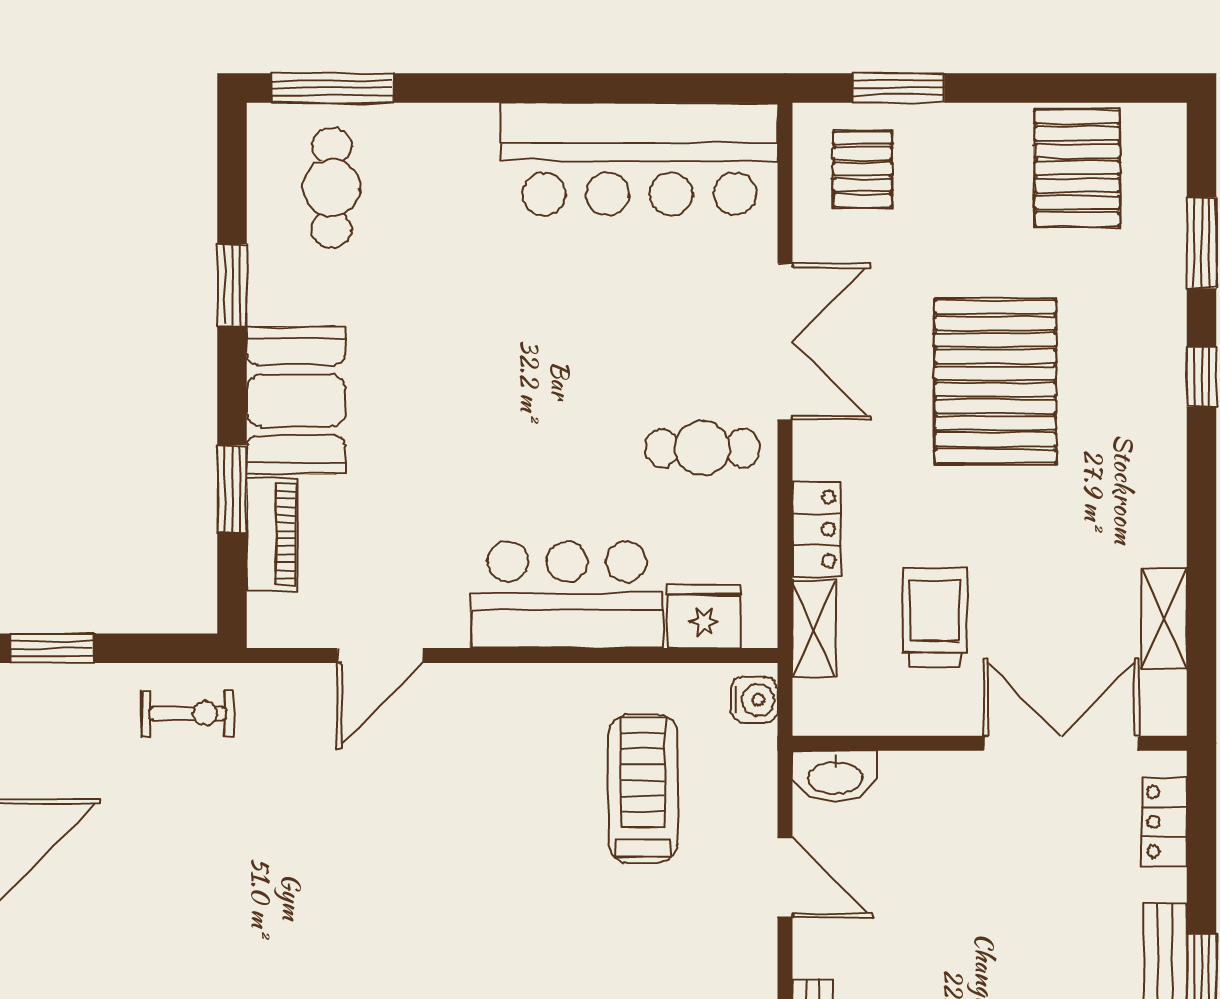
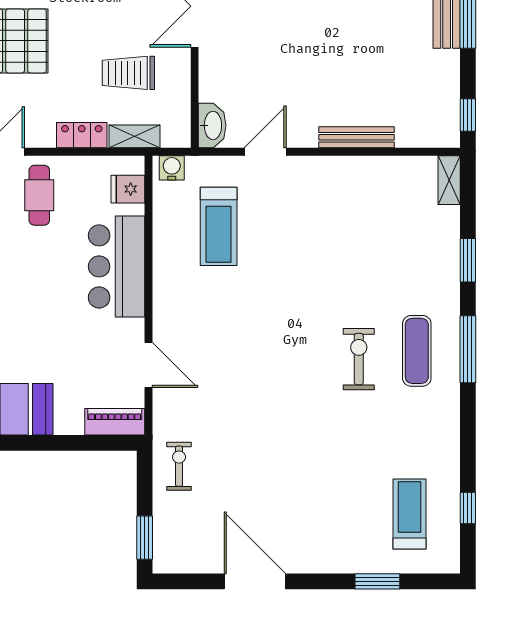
window: (232, 489) -> (61, 443), removed
piano: (272, 534) -> (115, 422), moved
fridge: (704, 617) -> (128, 189), width x0.72
treadmill: (643, 789) -> (219, 226), turned -90

